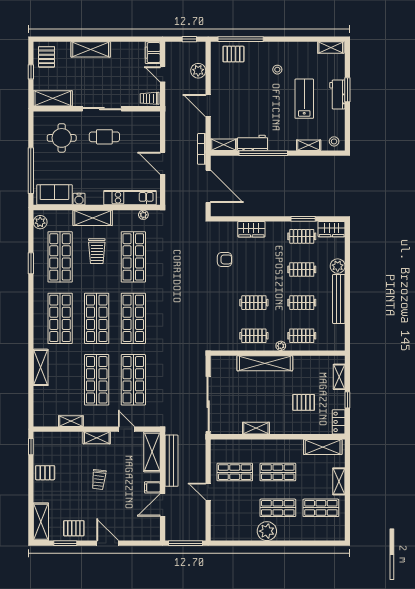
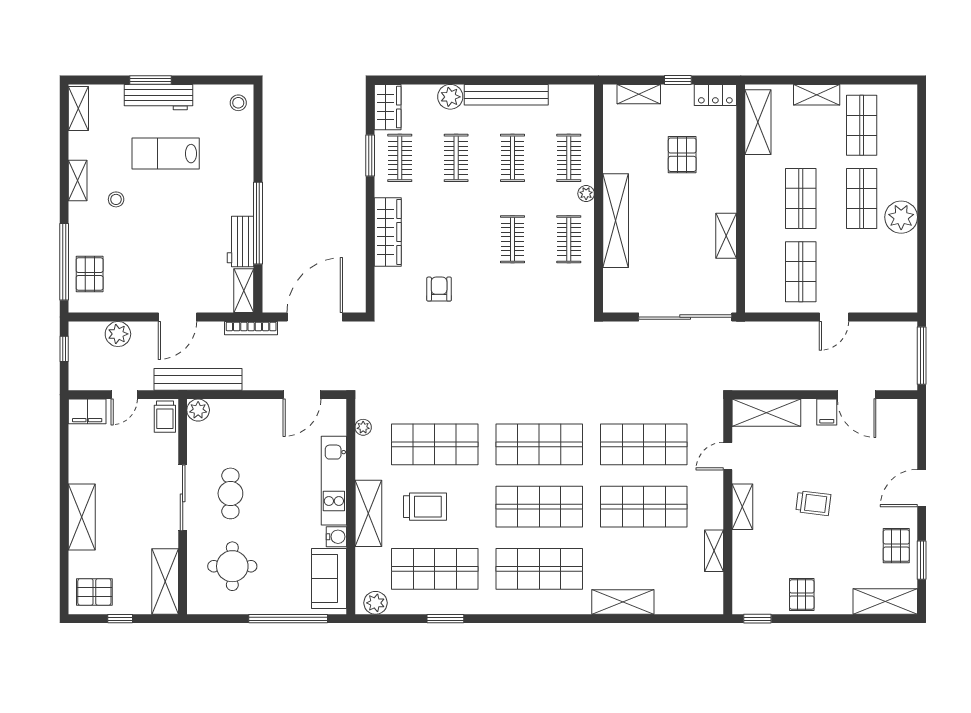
workbench: (337, 95) -> (158, 97), width x1.38
plant: (153, 118) -> (198, 410), added
shelving: (309, 145) -> (78, 180), moved
door: (163, 163) -> (302, 395), moved
kitchen unit: (130, 198) -> (334, 481), moved
wardrobe: (251, 229) -> (388, 232), width x1.50
bench: (171, 461) -> (198, 379), moved

